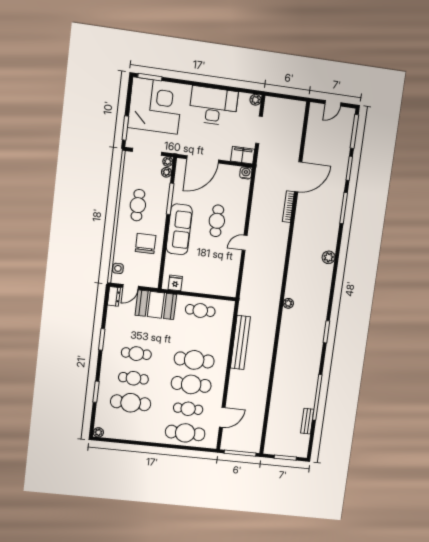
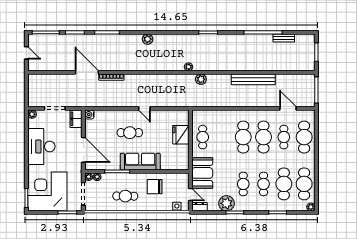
fridge: (175, 283) -> (181, 135), moved, width x1.88, depth x1.34
plant: (271, 317) -> (201, 79), added
plant: (114, 330) -> (226, 203), added
bench: (240, 342) -> (253, 79), moved
cafe table: (128, 427) -> (304, 184), added

